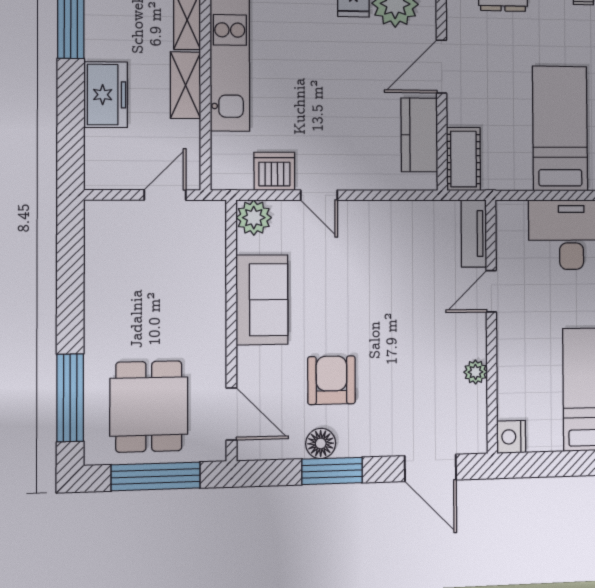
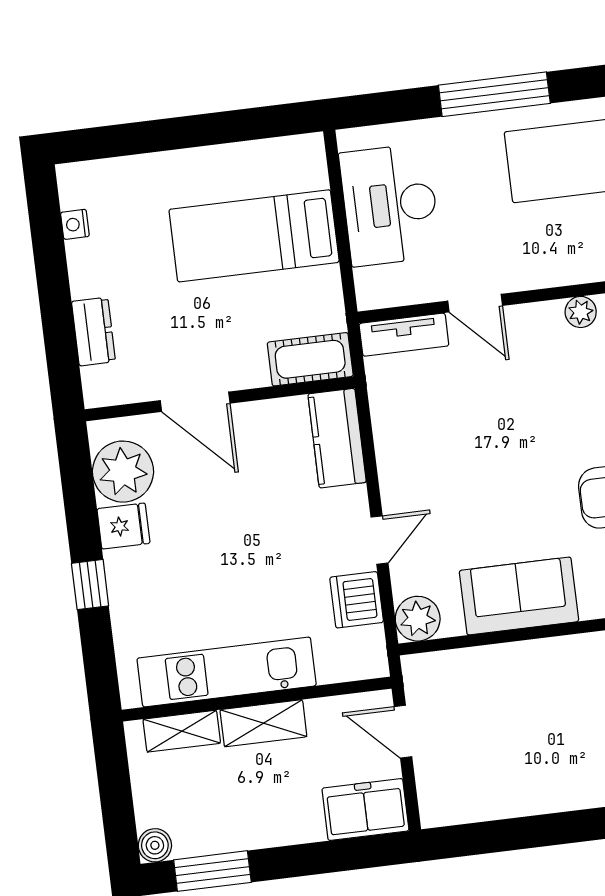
freezer: (106, 95) -> (365, 810), moved
kitchen counter: (419, 135) -> (337, 438), moved, turned 90

